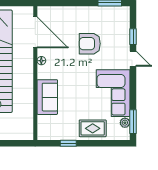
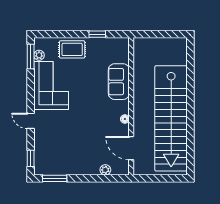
plant: (60, 11) -> (105, 170), added
door: (35, 32) -> (131, 148), width x0.73
window: (133, 37) -> (31, 158), moved
armchair: (90, 44) -> (75, 136), removed

